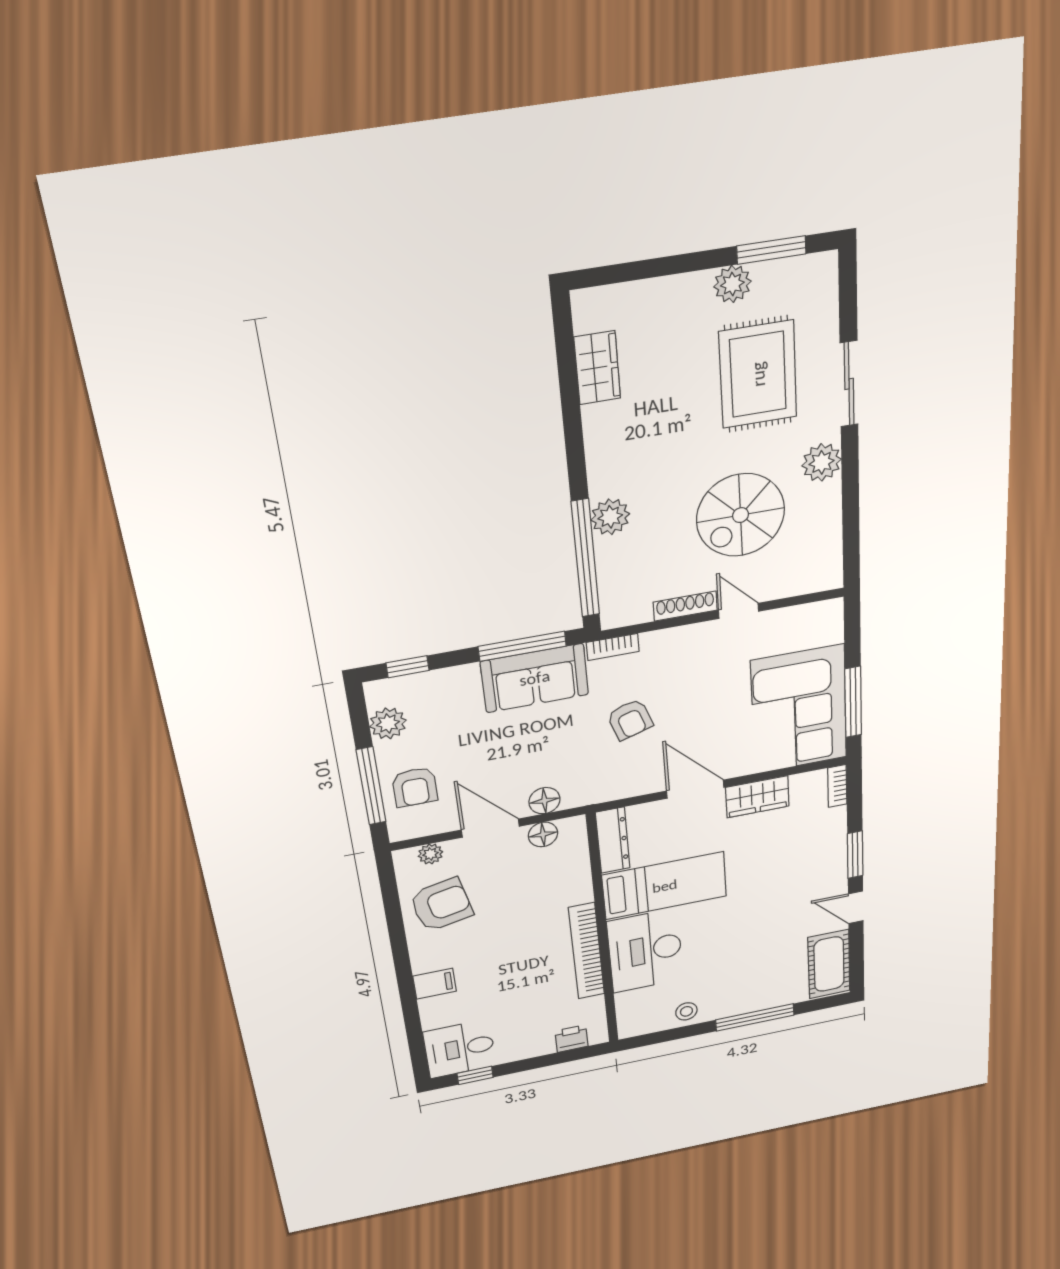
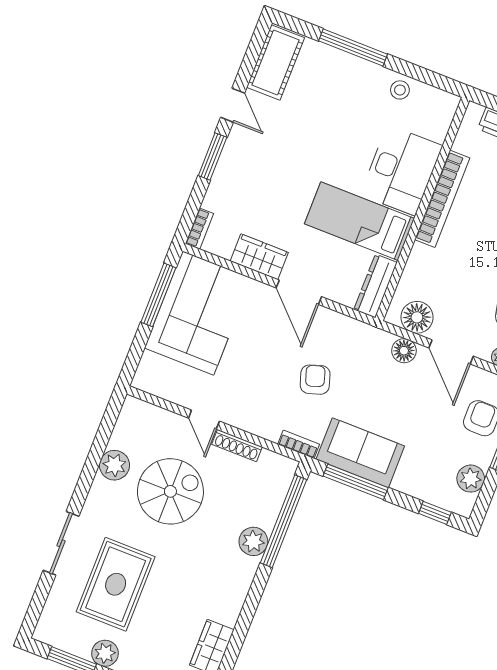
plant: (822, 462) -> (114, 465), moved
floor lamp: (543, 834) -> (417, 317), width x1.38, depth x1.38

